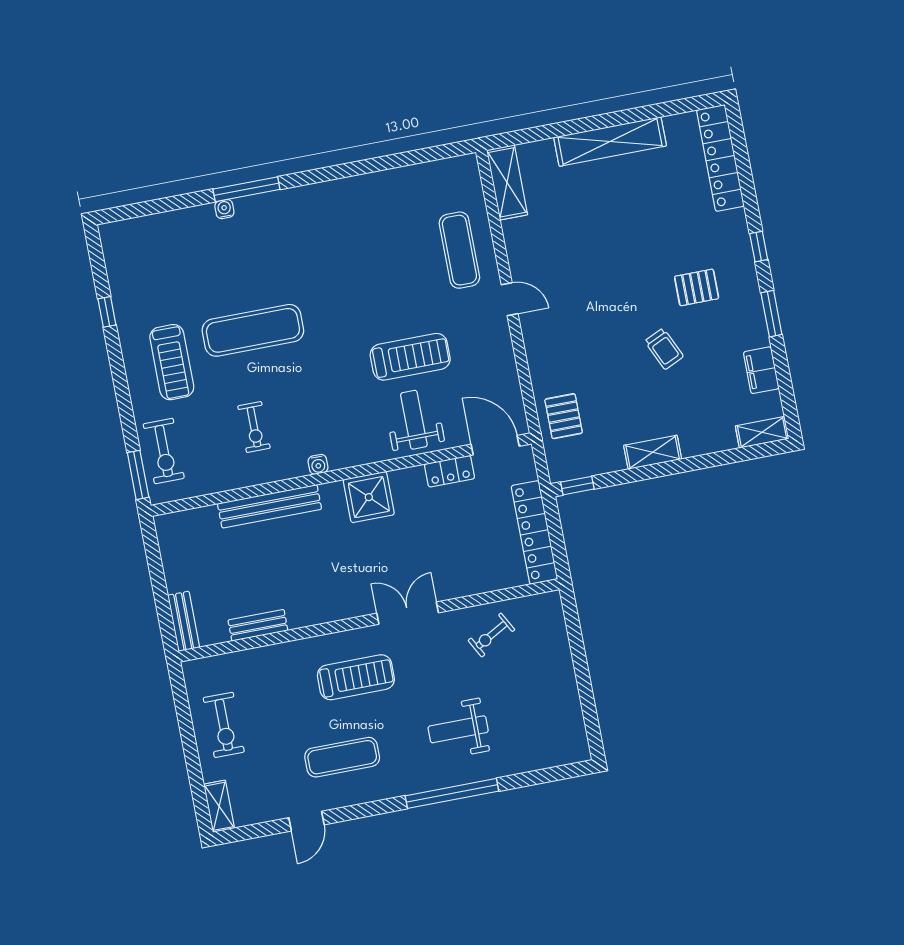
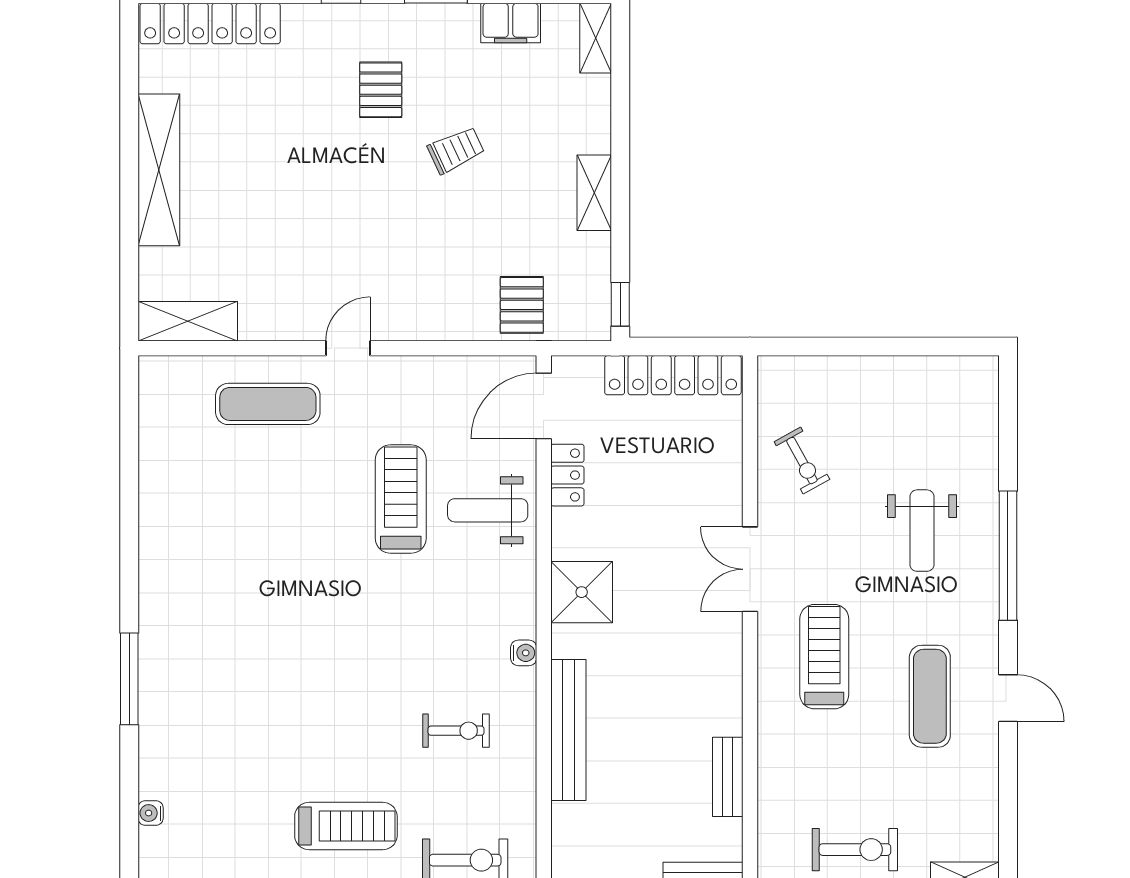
water cooler: (224, 209) -> (151, 813), moved
exercise mat: (253, 330) -> (324, 707), removed
pallet: (564, 416) -> (522, 305), turned 90
door: (306, 821) -> (1008, 698), moved

